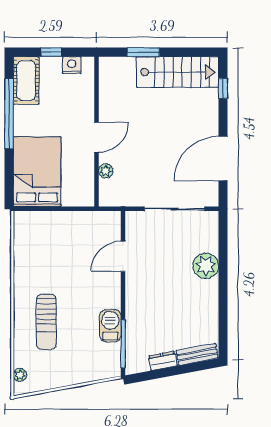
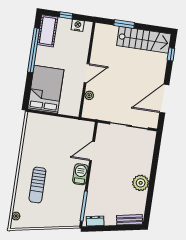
plant: (206, 266) -> (141, 183), moved
barbecue: (110, 326) -> (80, 174), moved
dresser: (163, 361) -> (95, 221), moved

